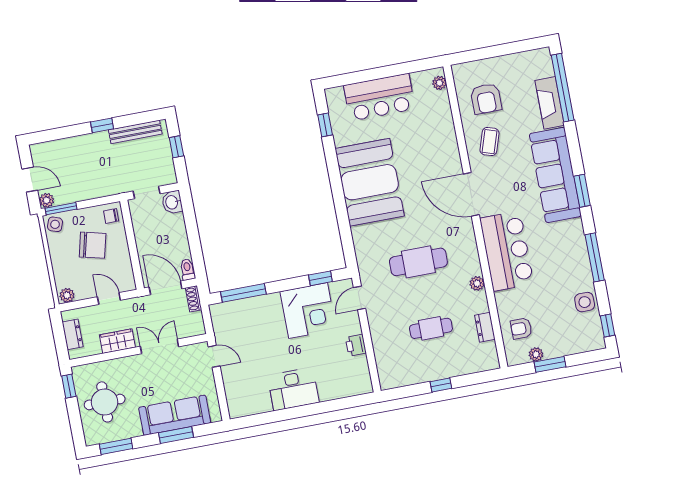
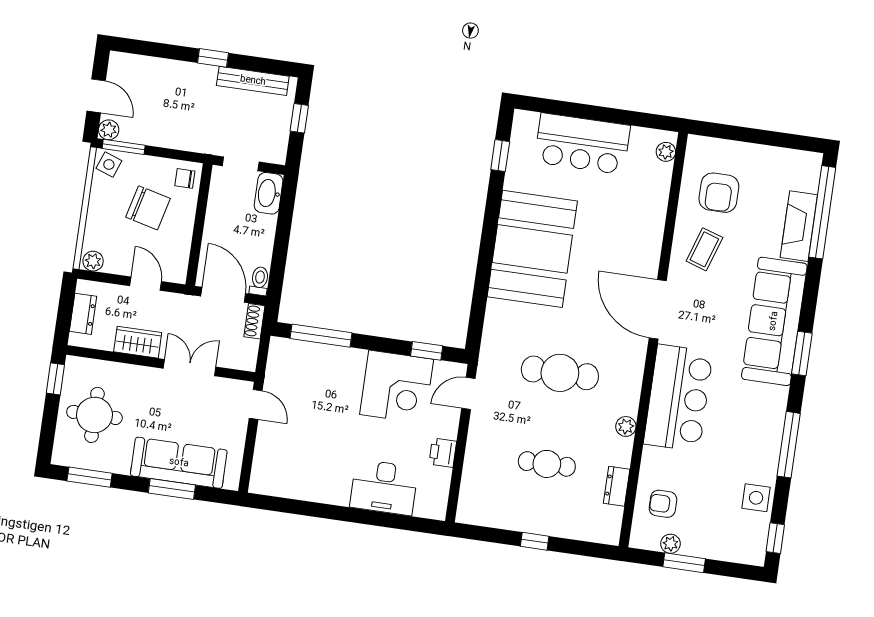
washbasin: (172, 202) -> (269, 193), width x1.38
desk: (293, 389) -> (384, 487), moved

